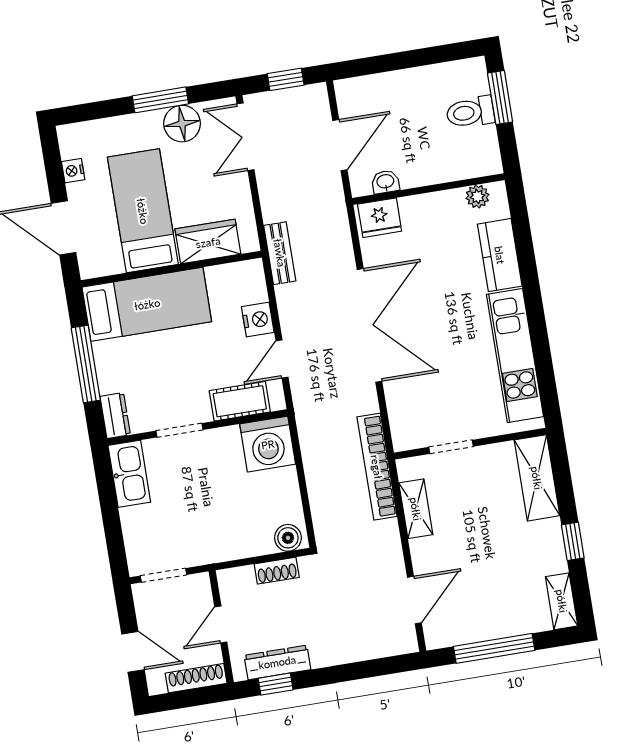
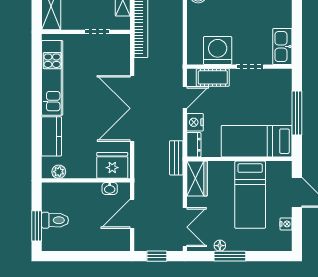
floor lamp: (182, 124) -> (220, 246), width x0.53, depth x0.53
fridge: (380, 218) -> (112, 165), width x1.36, depth x1.34
wardrobe: (208, 242) -> (197, 179), moved, turned -90
dresser: (115, 416) -> (194, 145), moved, turned 180
washing machine: (268, 444) -> (218, 51), moved

